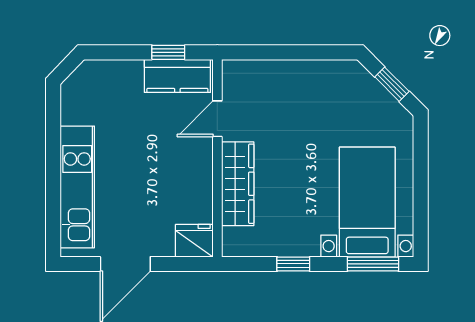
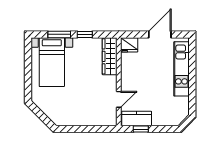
window: (392, 84) -> (41, 115), removed
wardrobe: (238, 184) -> (110, 56), moved
window: (373, 264) -> (59, 34), moved

